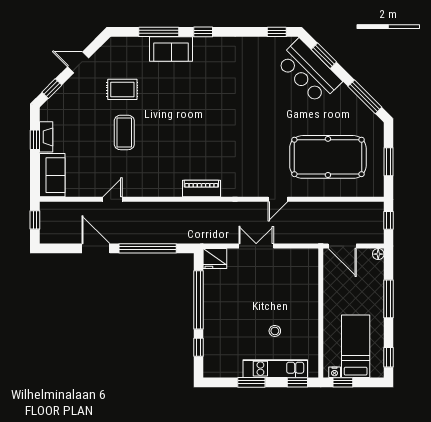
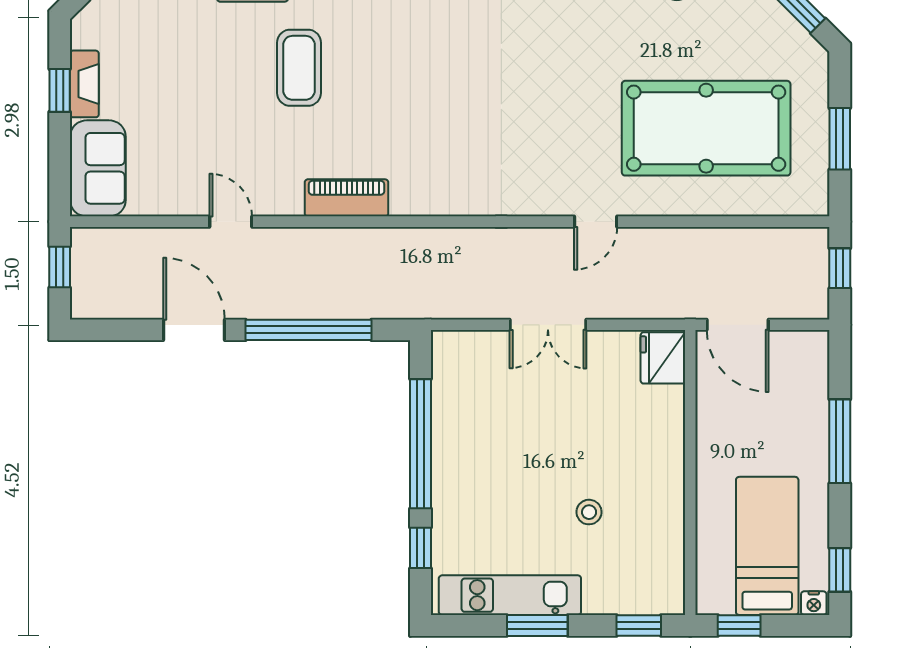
coffee table: (124, 132) -> (299, 68), moved
piano: (201, 189) -> (347, 198), moved
door: (112, 199) -> (231, 222), hinge flipped
double door: (256, 246) -> (548, 325), swing flipped
floor lamp: (378, 254) -> (817, 342), removed
fridge: (215, 258) -> (663, 358), moved, turned 90
kitchen unit: (275, 369) -> (510, 595), moved
nightstand: (335, 372) -> (814, 603), moved

